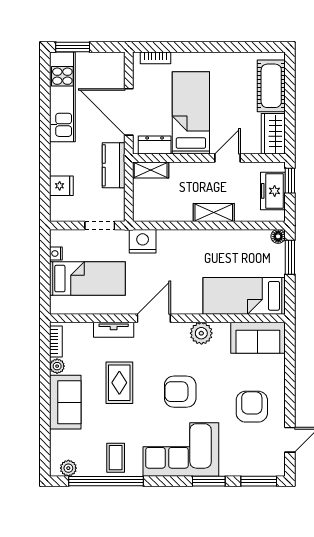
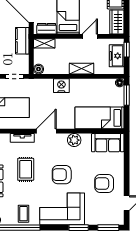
boiler: (141, 213) -> (39, 69), added
nightstand: (143, 241) -> (61, 86), moved
armchair: (252, 407) -> (104, 184), turned -90

